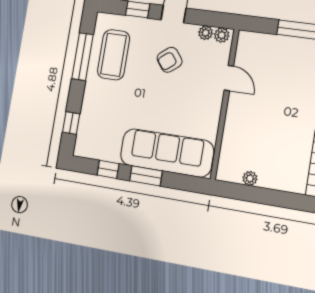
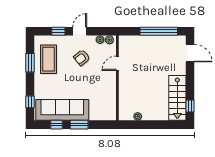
window: (82, 57) -> (30, 63), width x0.69
door: (229, 78) -> (117, 63), swing flipped
sofa: (167, 153) -> (62, 110), moved

